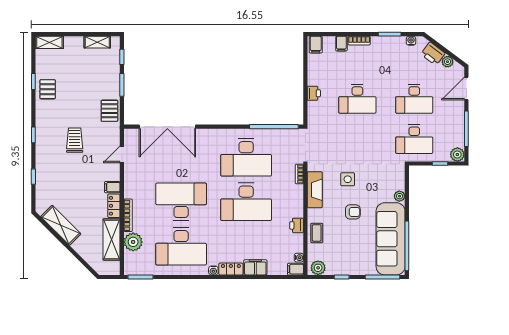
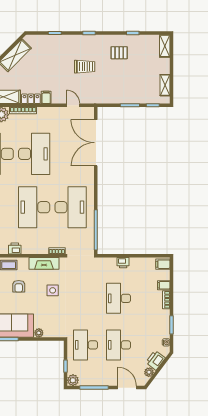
pallet: (48, 89) -> (119, 53), moved
pallet: (109, 111) -> (109, 95), removed
desk: (246, 157) -> (71, 207), turned 180
armchair: (353, 212) -> (19, 286), moved

